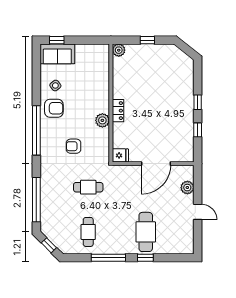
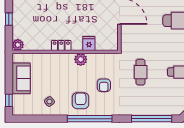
sofa: (57, 54) -> (21, 78), moved
armchair: (54, 108) -> (81, 101), moved
locker: (118, 111) -> (61, 45), moved
fridge: (120, 155) -> (89, 43), moved

